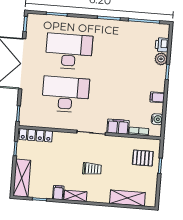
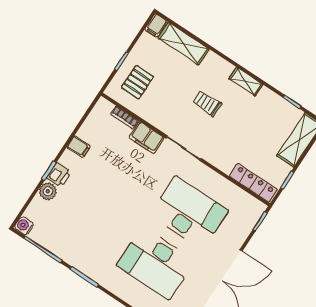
printer: (162, 45) -> (59, 175), moved
desk: (66, 94) -> (189, 213), turned 180
water cooler: (157, 119) -> (24, 226), moved
pallet: (143, 158) -> (137, 82), turned 90
filing cabinet: (58, 193) -> (156, 25), moved

